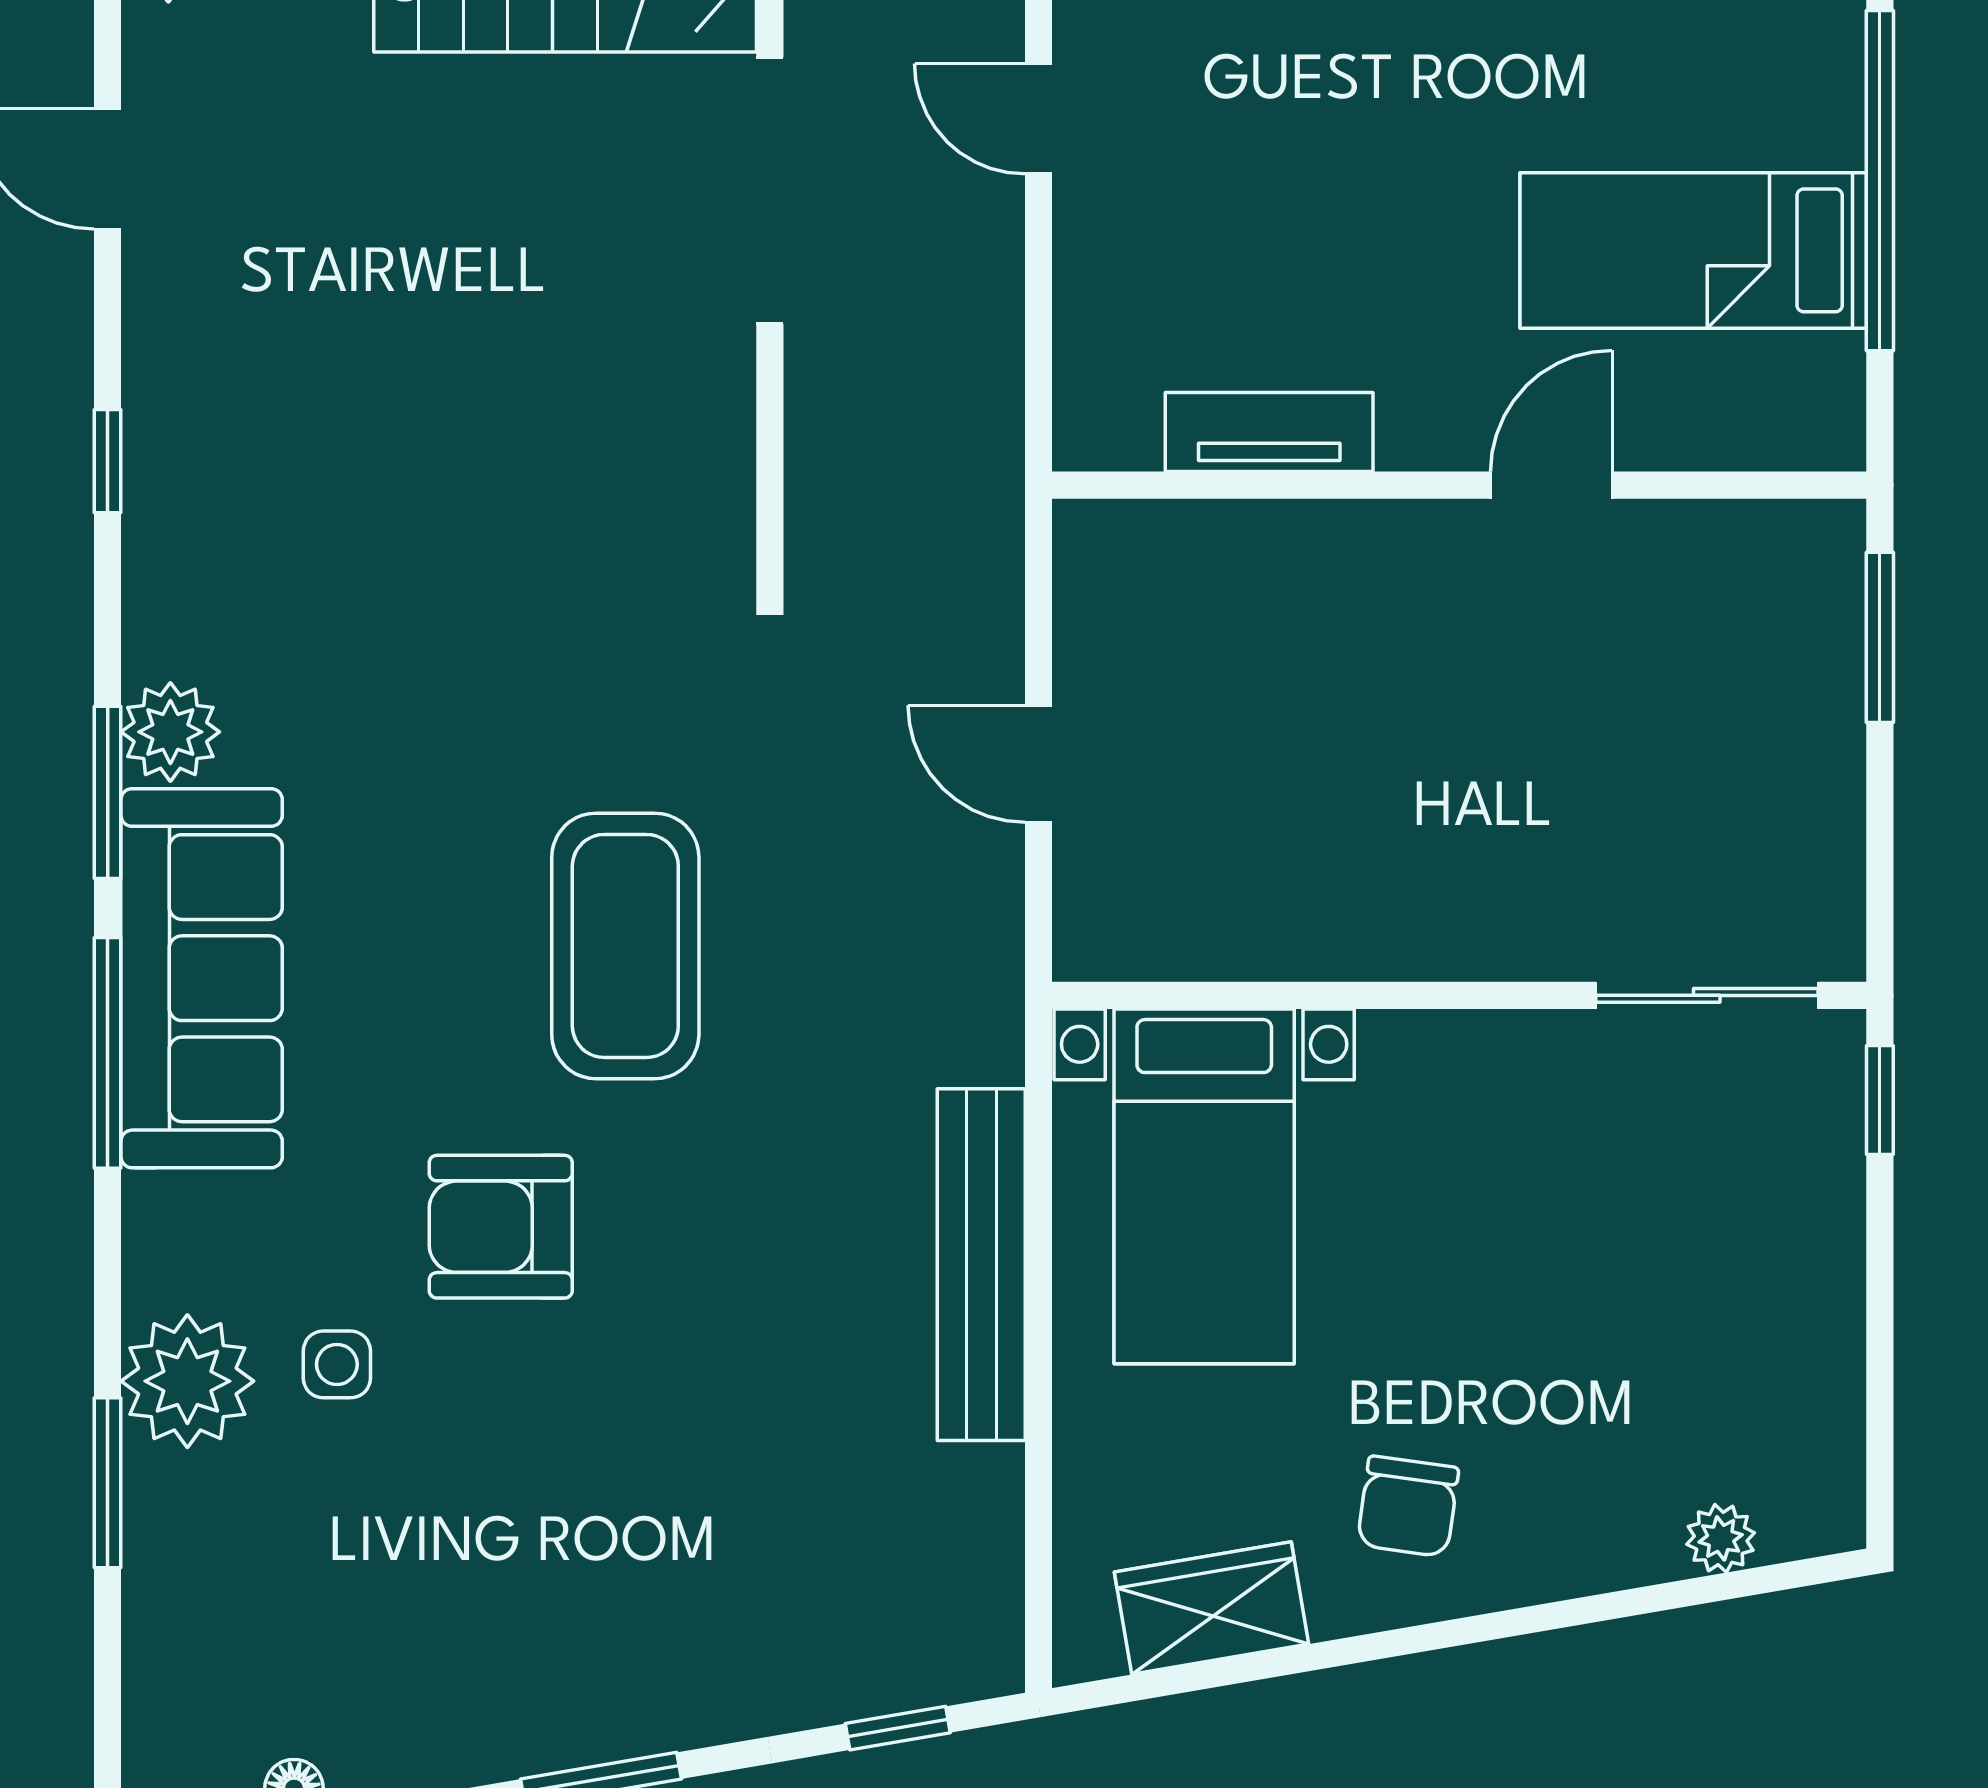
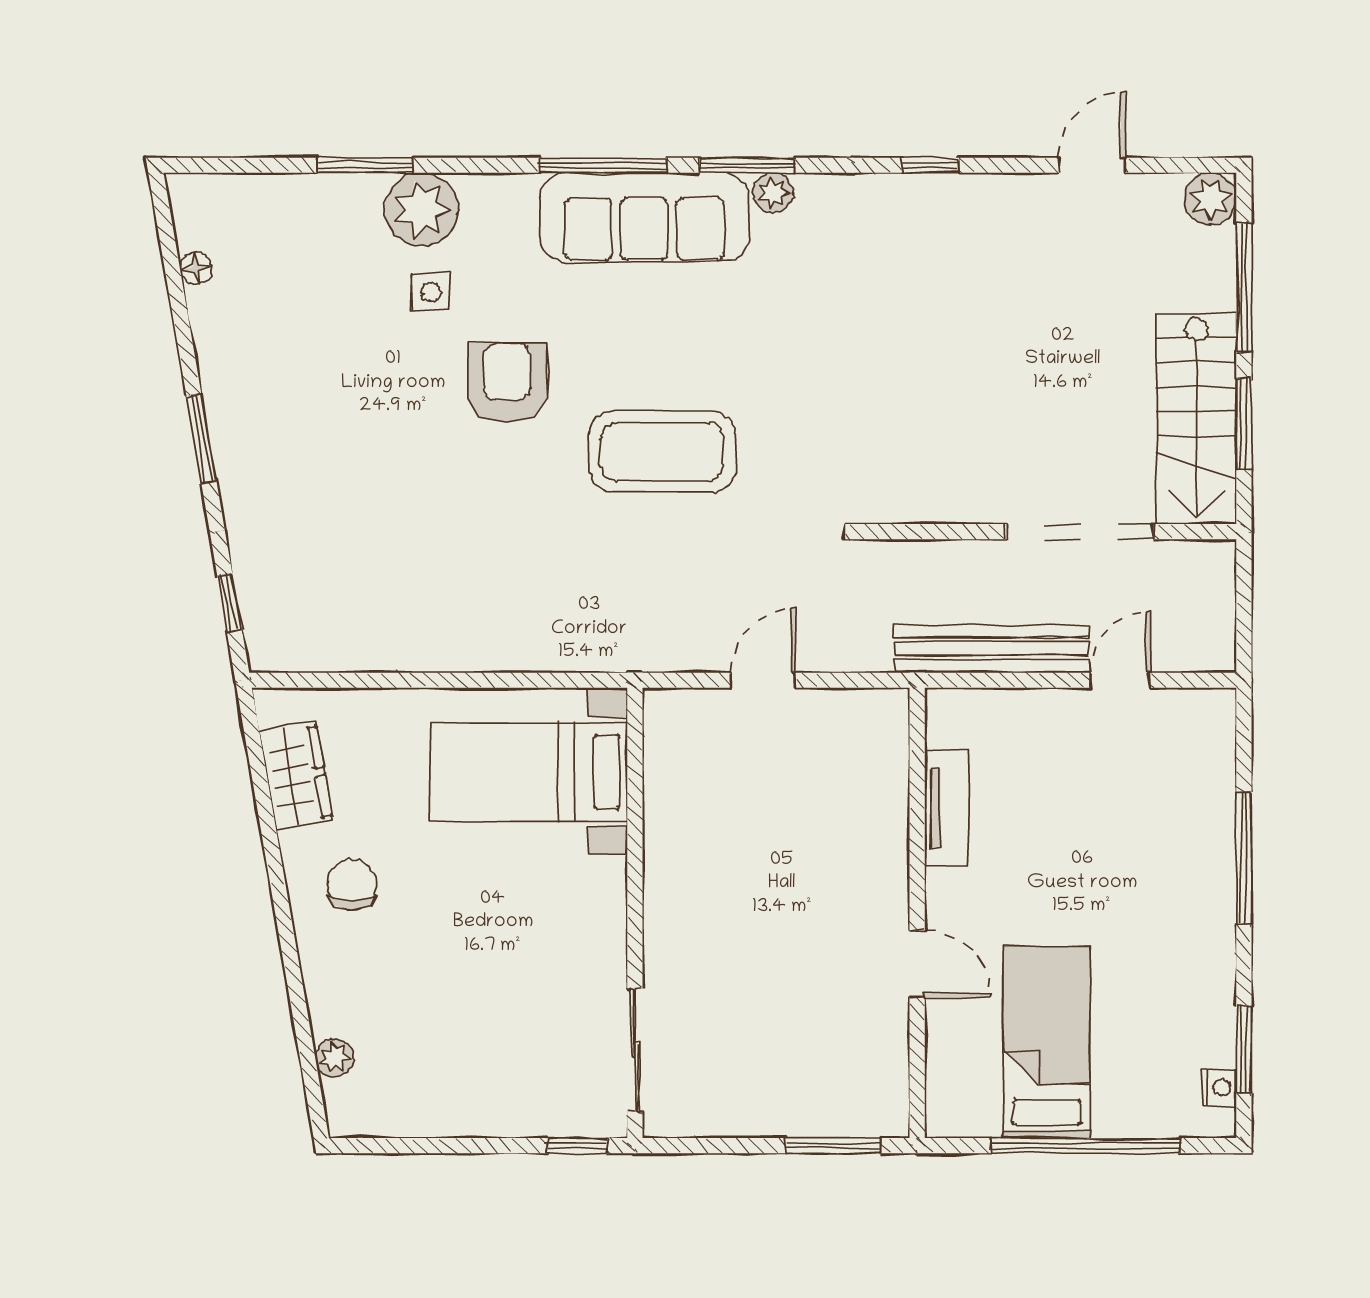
plant: (170, 732) -> (773, 193), width x0.73, depth x0.73
bench: (981, 1265) -> (992, 649), moved
chair: (1408, 1506) -> (352, 885), turned 82

